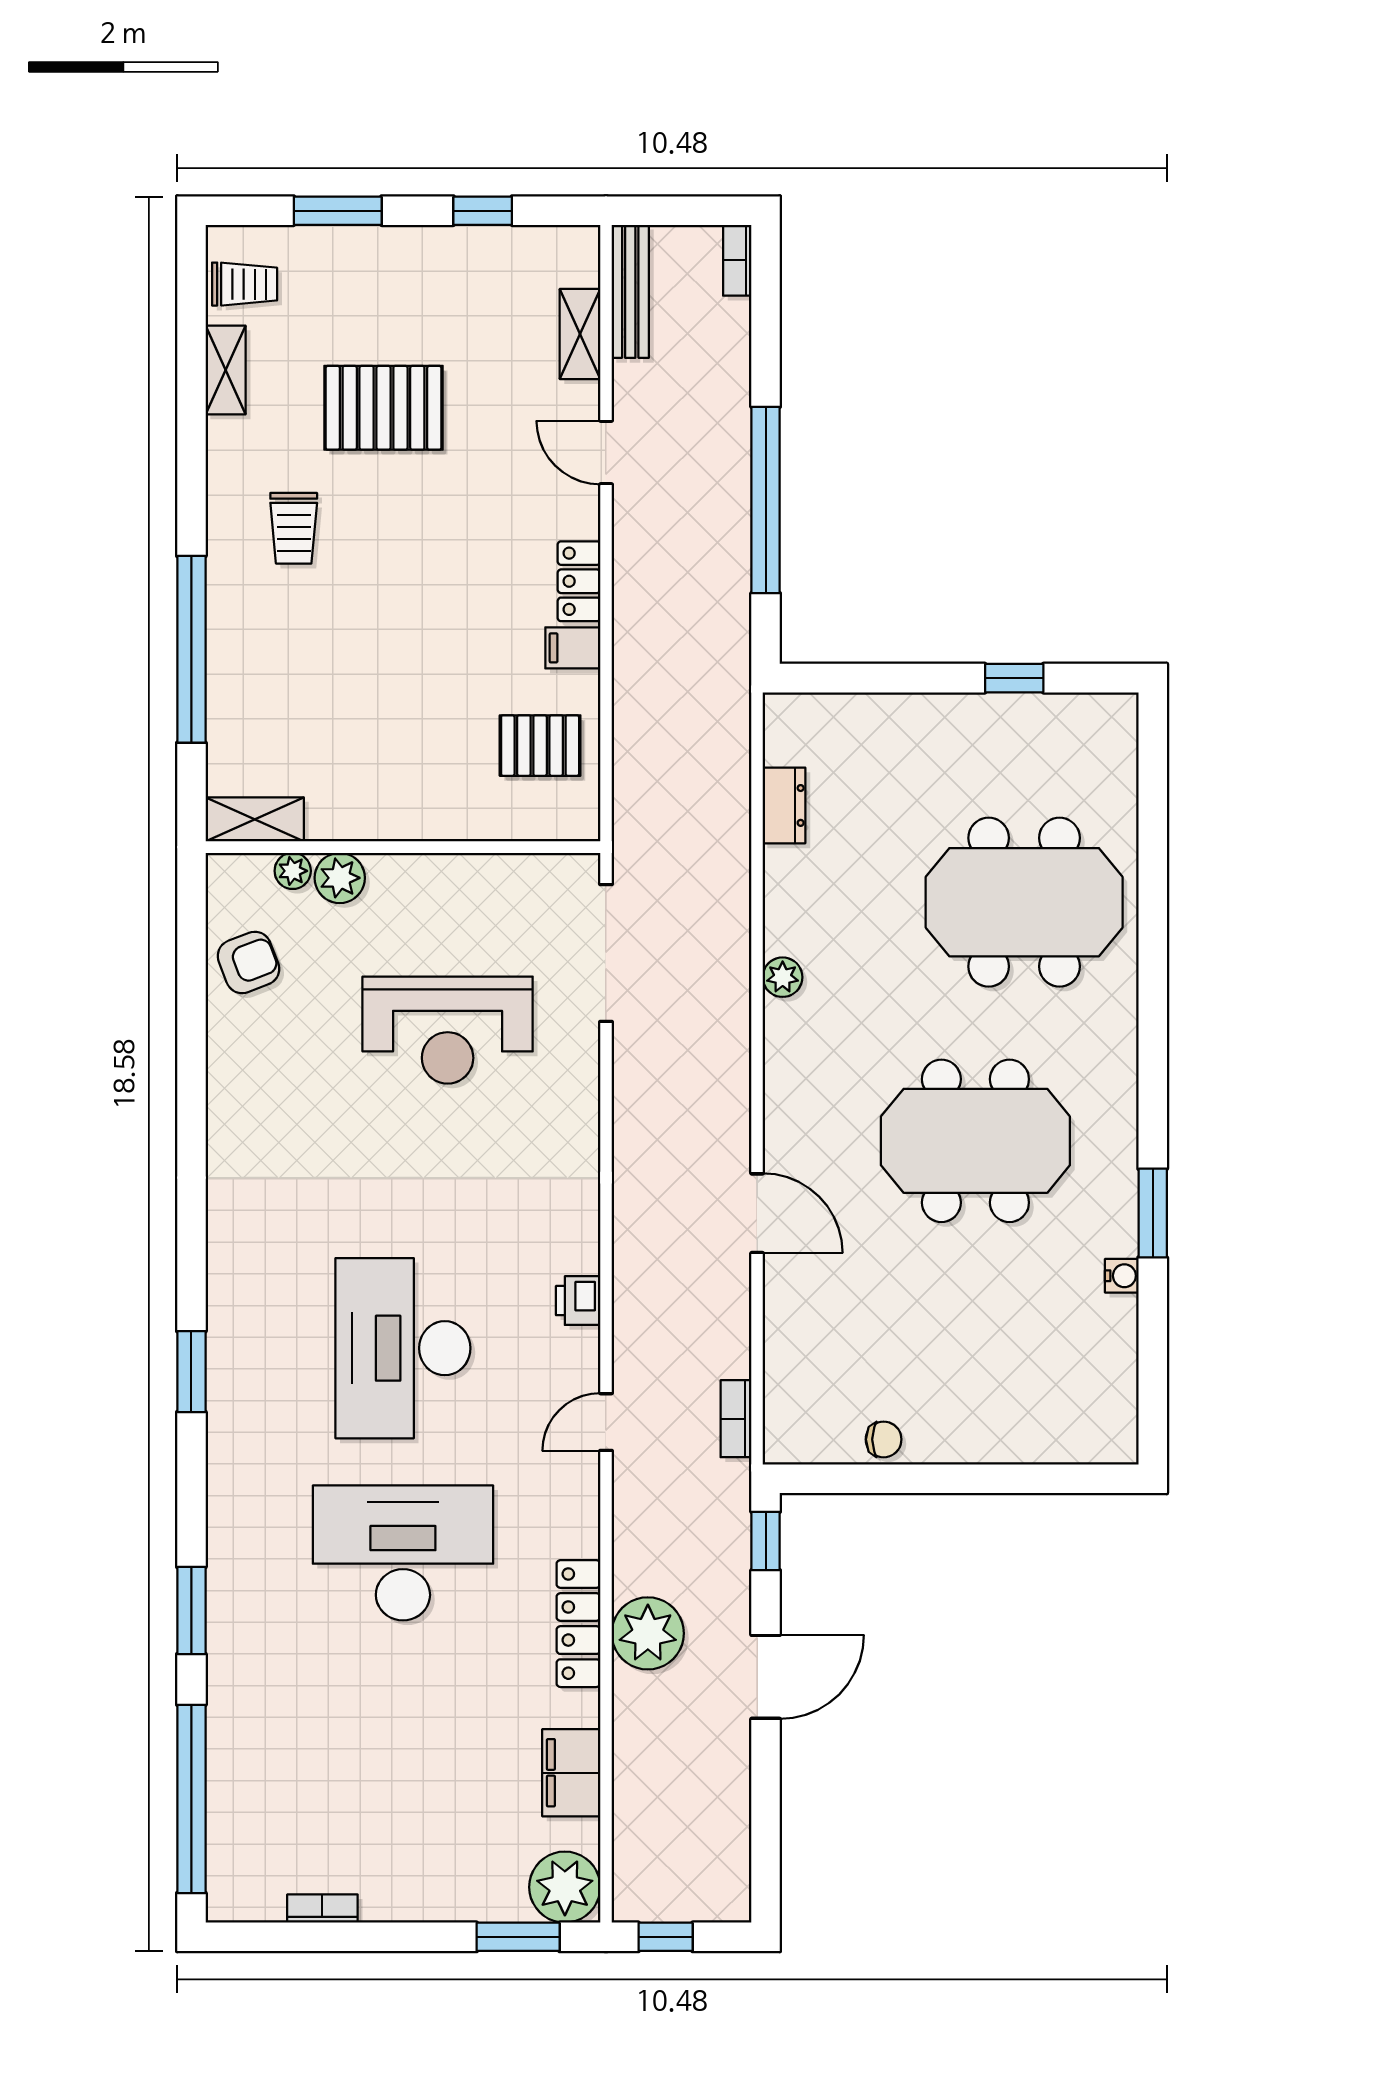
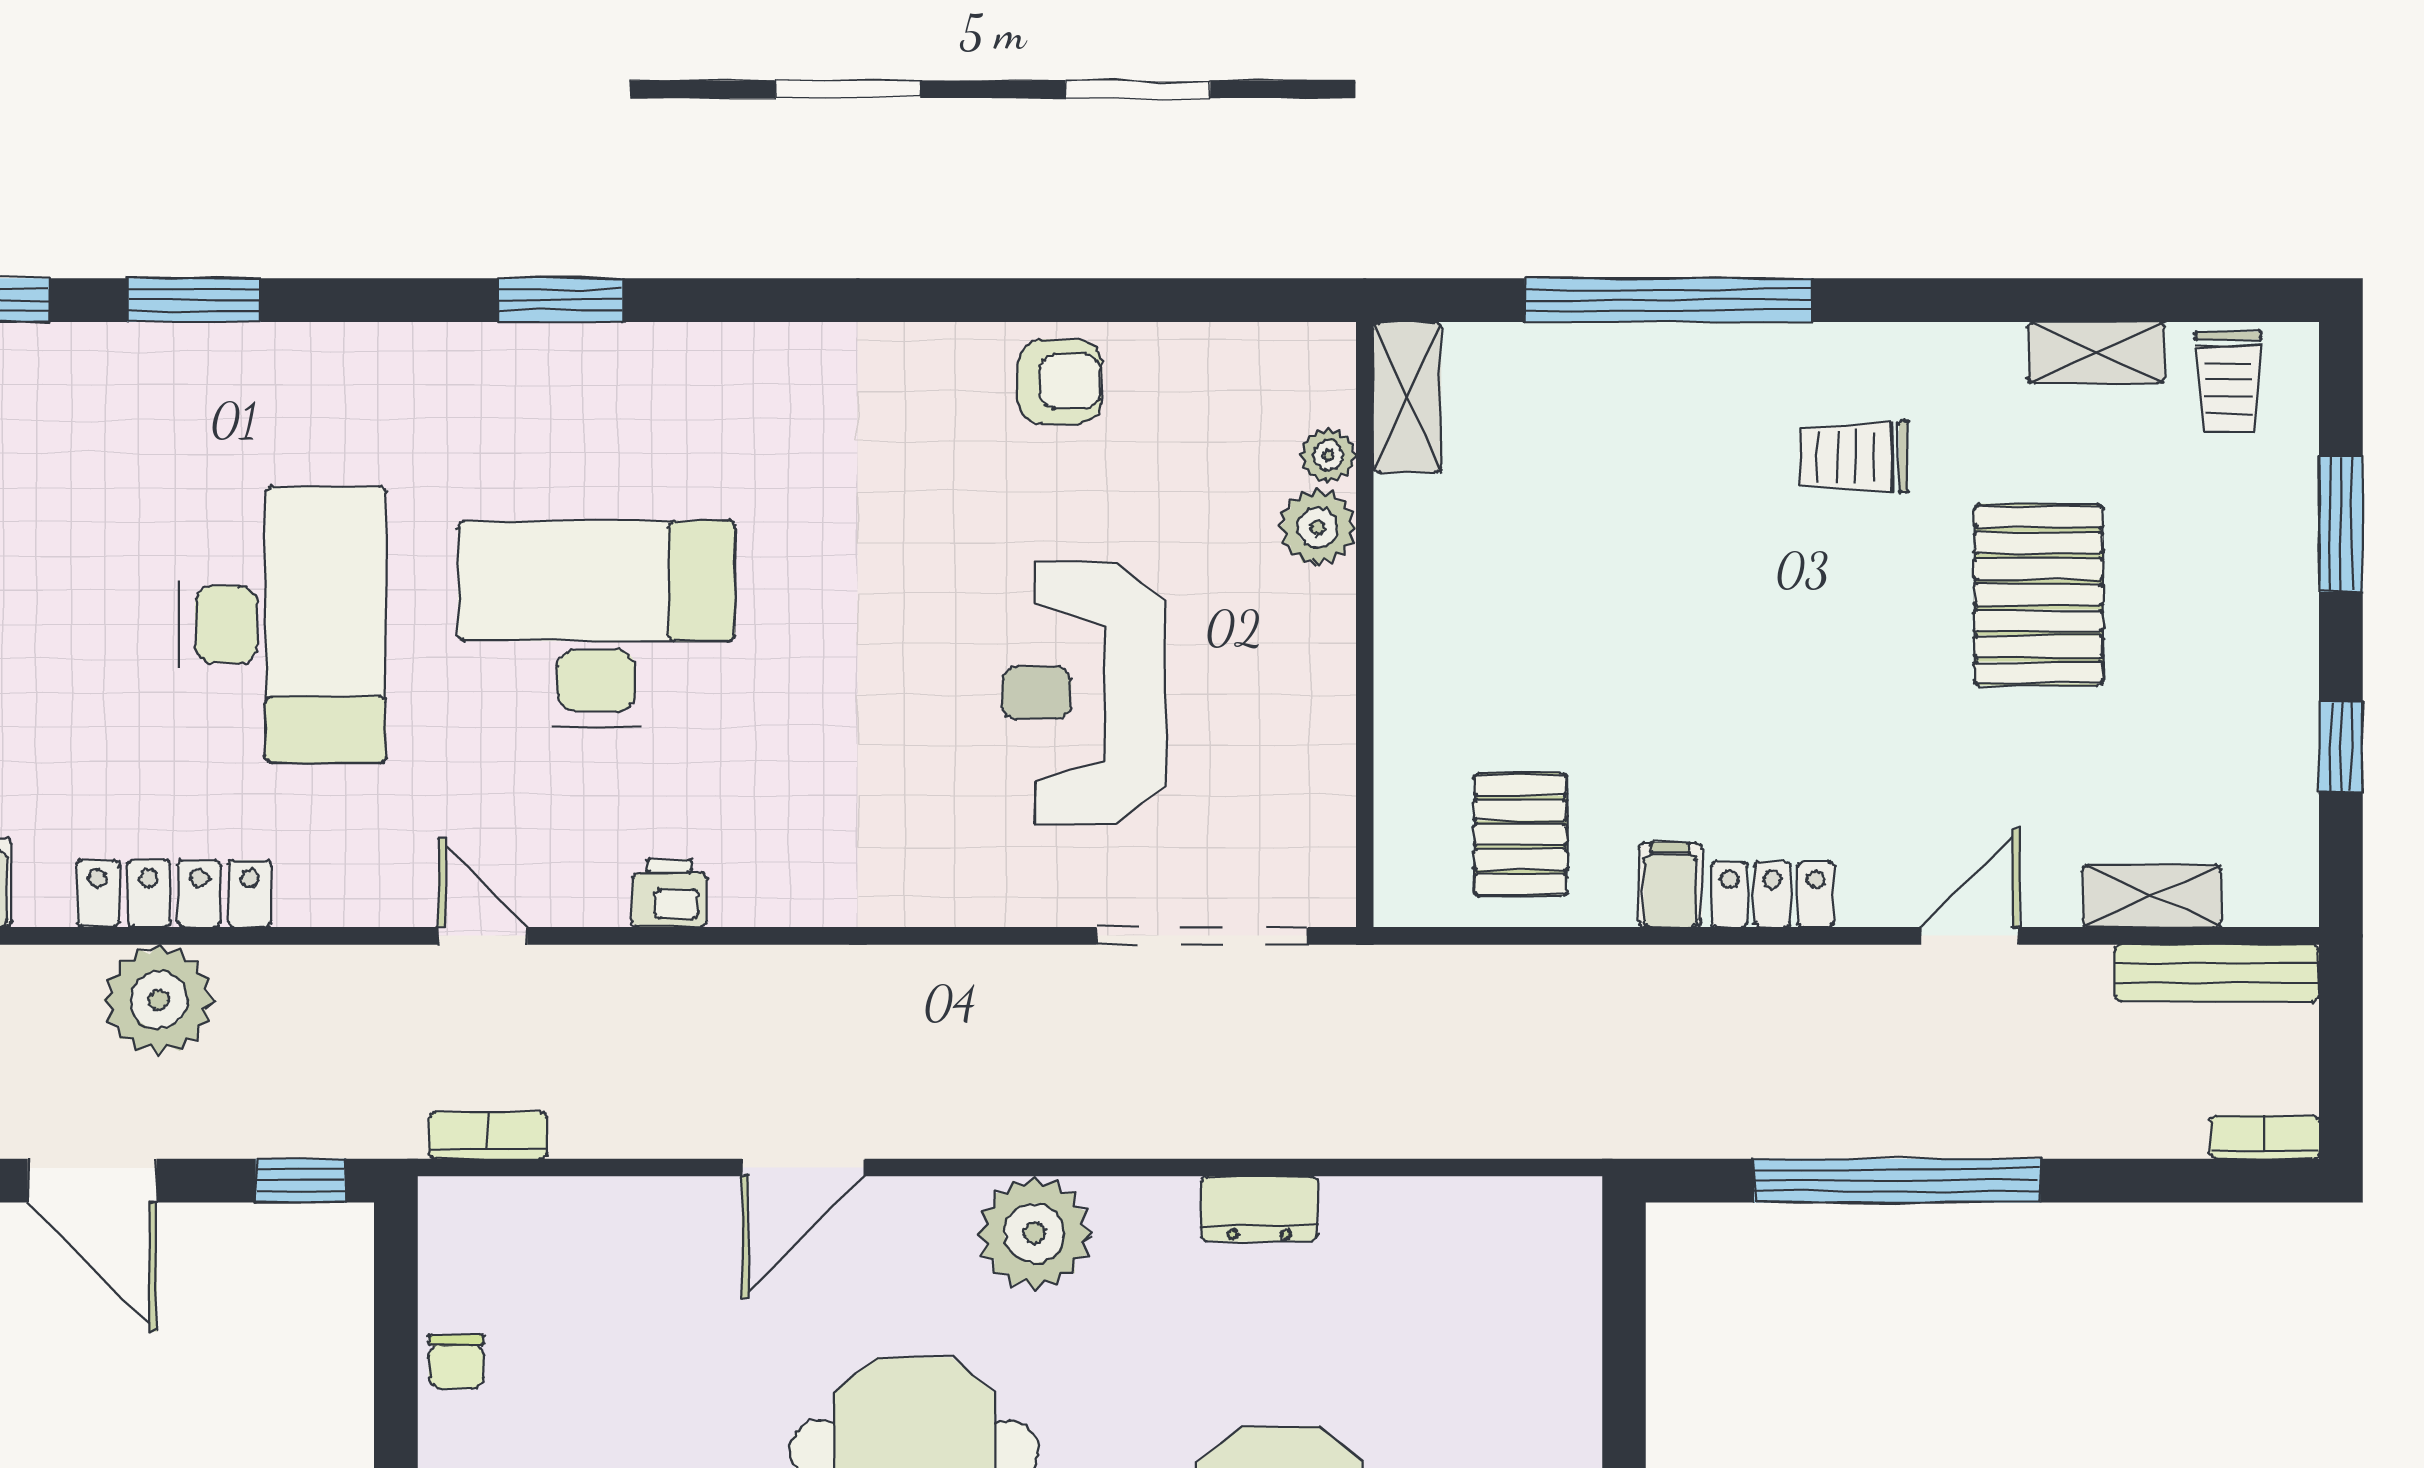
dresser: (784, 805) -> (1259, 1209), moved
armchair: (248, 962) -> (1060, 382), moved, turned -69
plant: (783, 977) -> (1034, 1233), moved, width x1.88, depth x1.88

